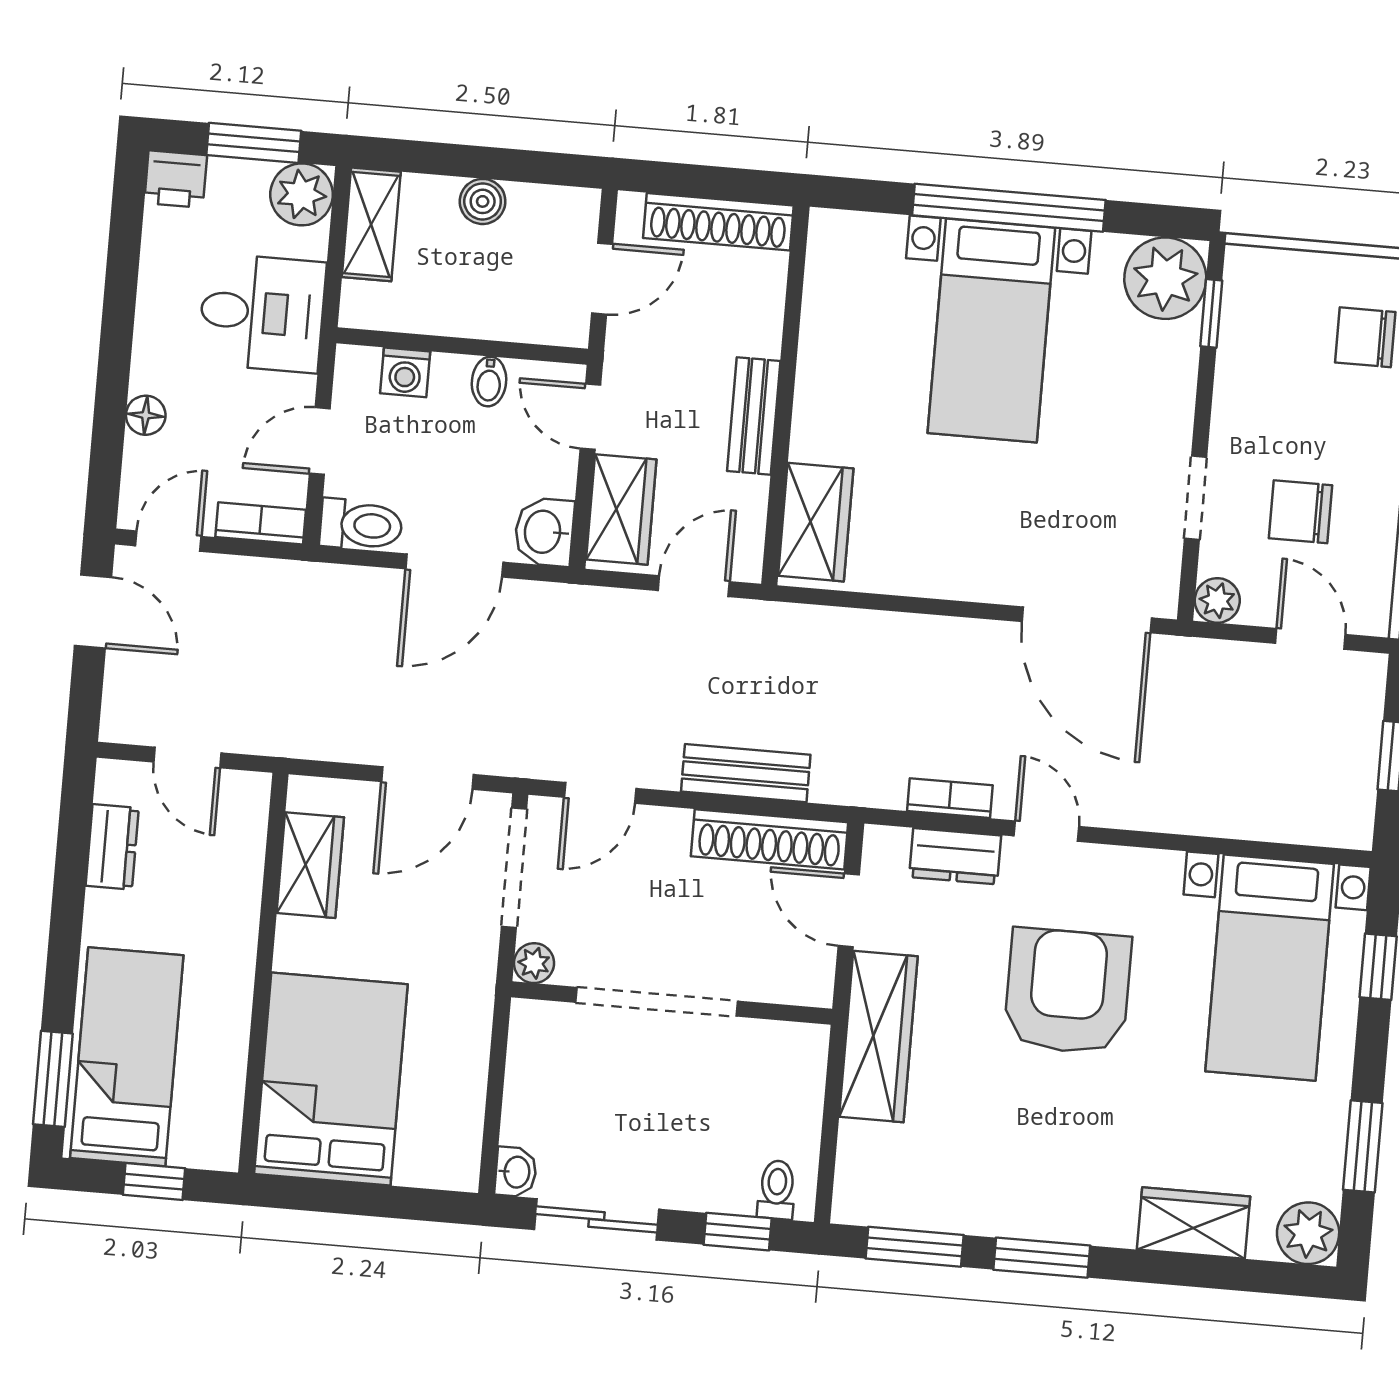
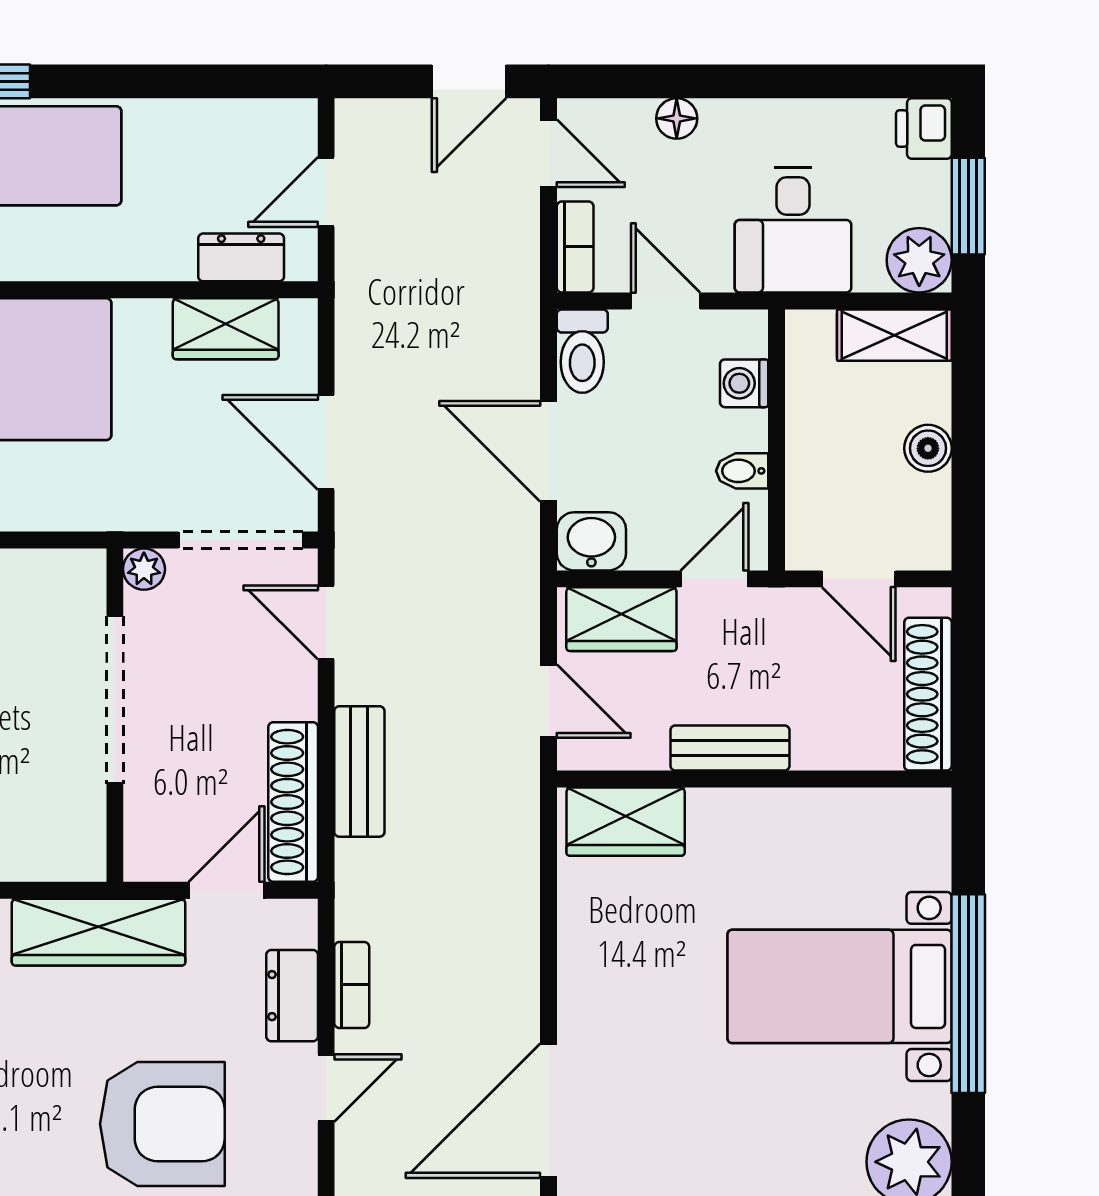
dresser: (112, 847) -> (241, 257), moved, turned 180

